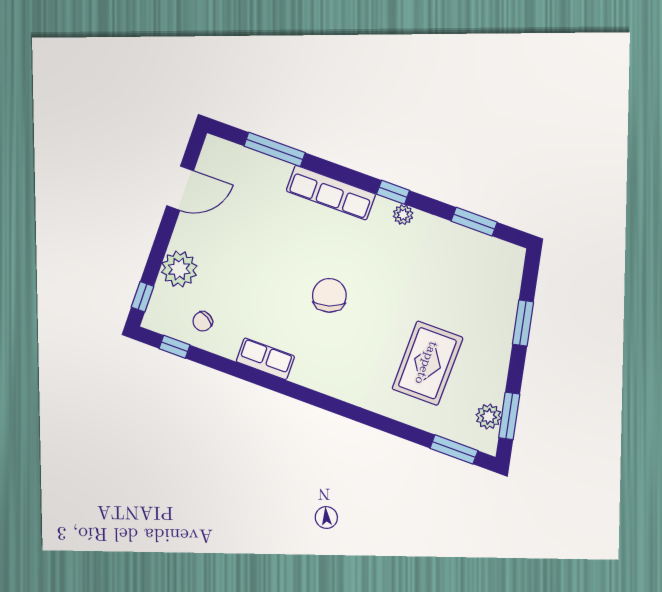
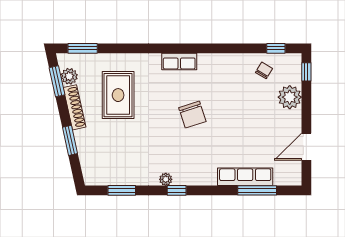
row of seats: (331, 193) -> (245, 177), moved
row of seats: (265, 359) -> (179, 61), moved
shoe rack: (498, 369) -> (74, 107), added

